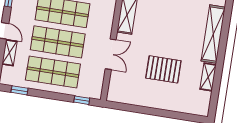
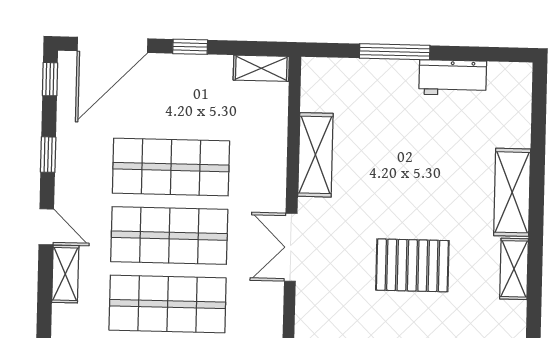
shelving: (213, 34) -> (512, 192), width x0.68
double door: (111, 54) -> (291, 247), swing flipped

